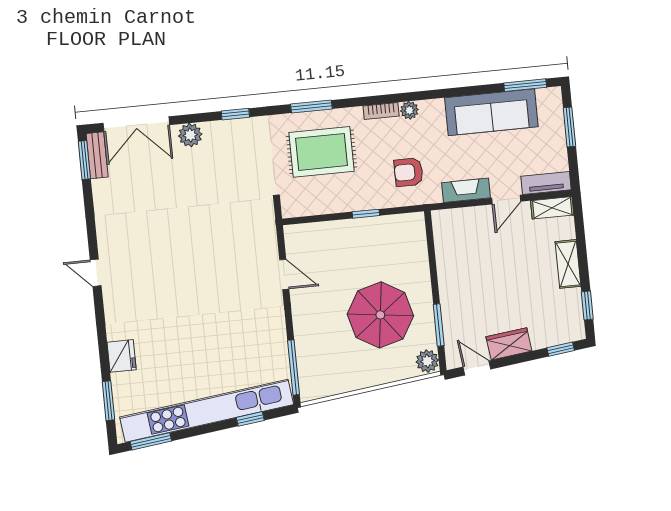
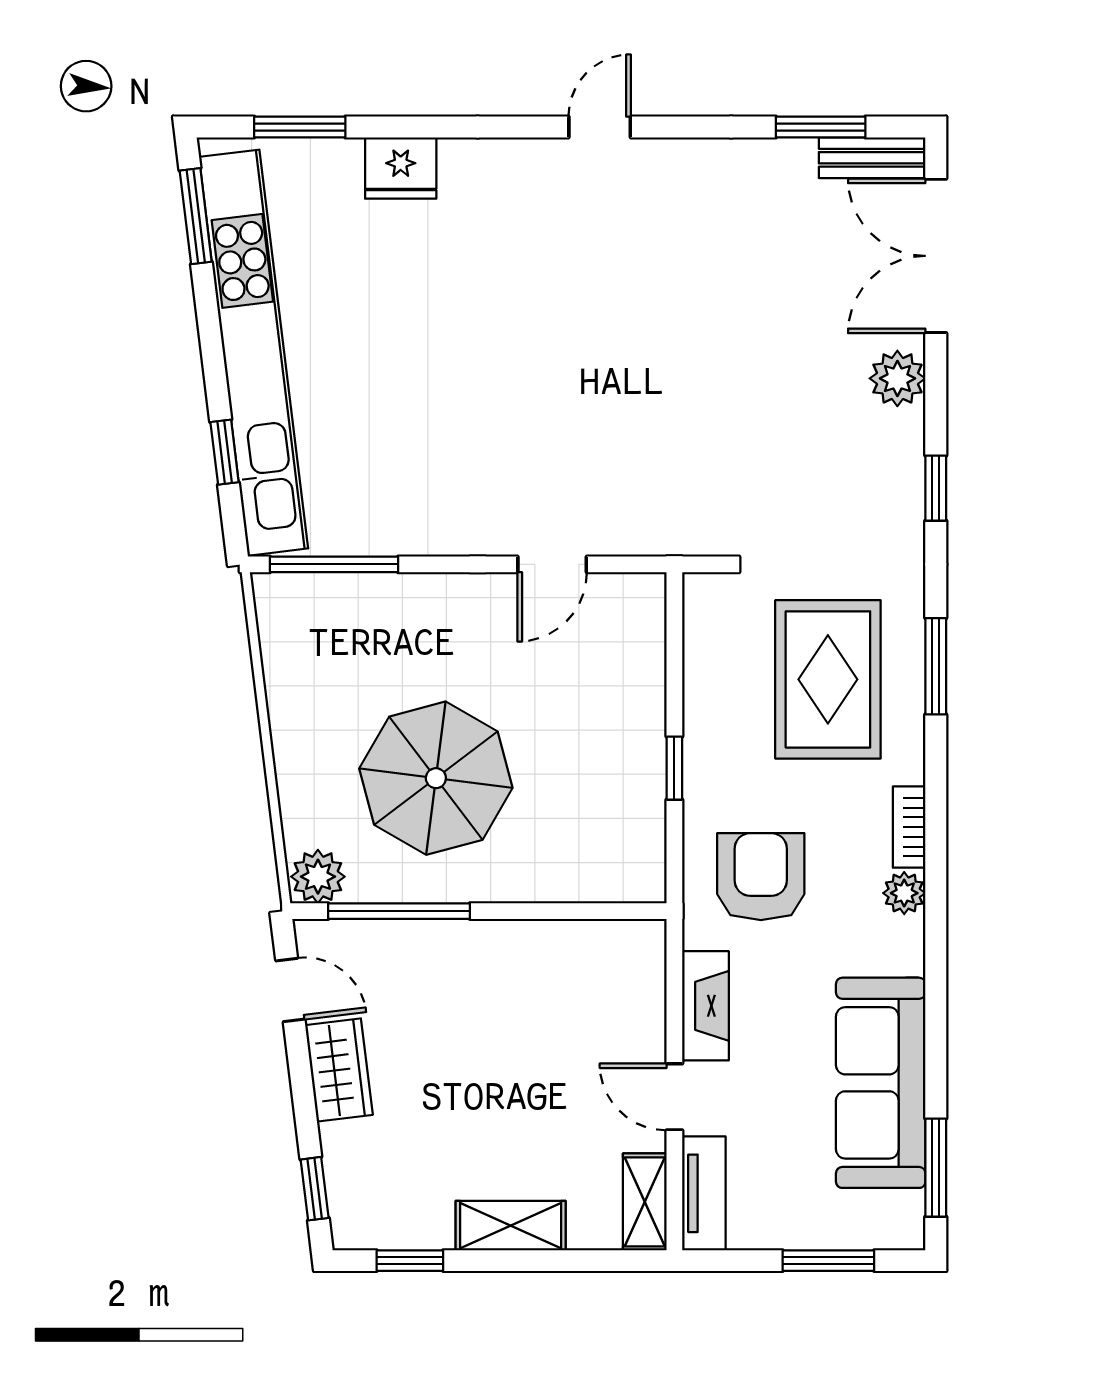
window: (84, 160) -> (821, 127), moved
armchair: (409, 172) -> (761, 877), width x1.38, depth x1.38
window: (439, 325) -> (399, 911), width x1.44
door: (477, 368) -> (290, 990), hinge flipped

